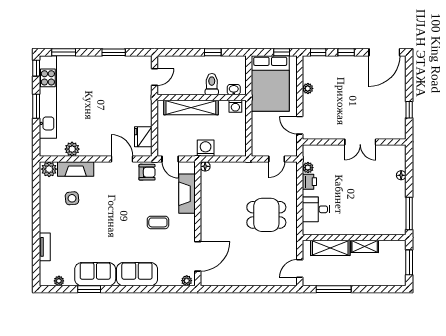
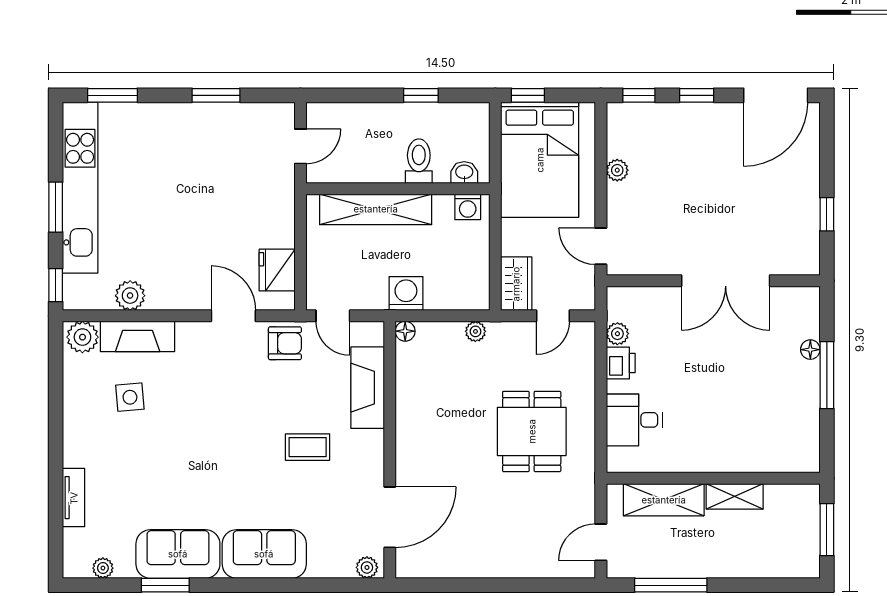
window: (282, 52) -> (528, 95), moved
window: (36, 68) -> (56, 285), moved
double door: (360, 142) -> (726, 281), width x1.37
wardrobe: (259, 143) -> (516, 284), added
plant: (239, 166) -> (475, 331), added
window: (409, 213) -> (827, 375), moved
dining table: (266, 215) -> (532, 431), turned 90

